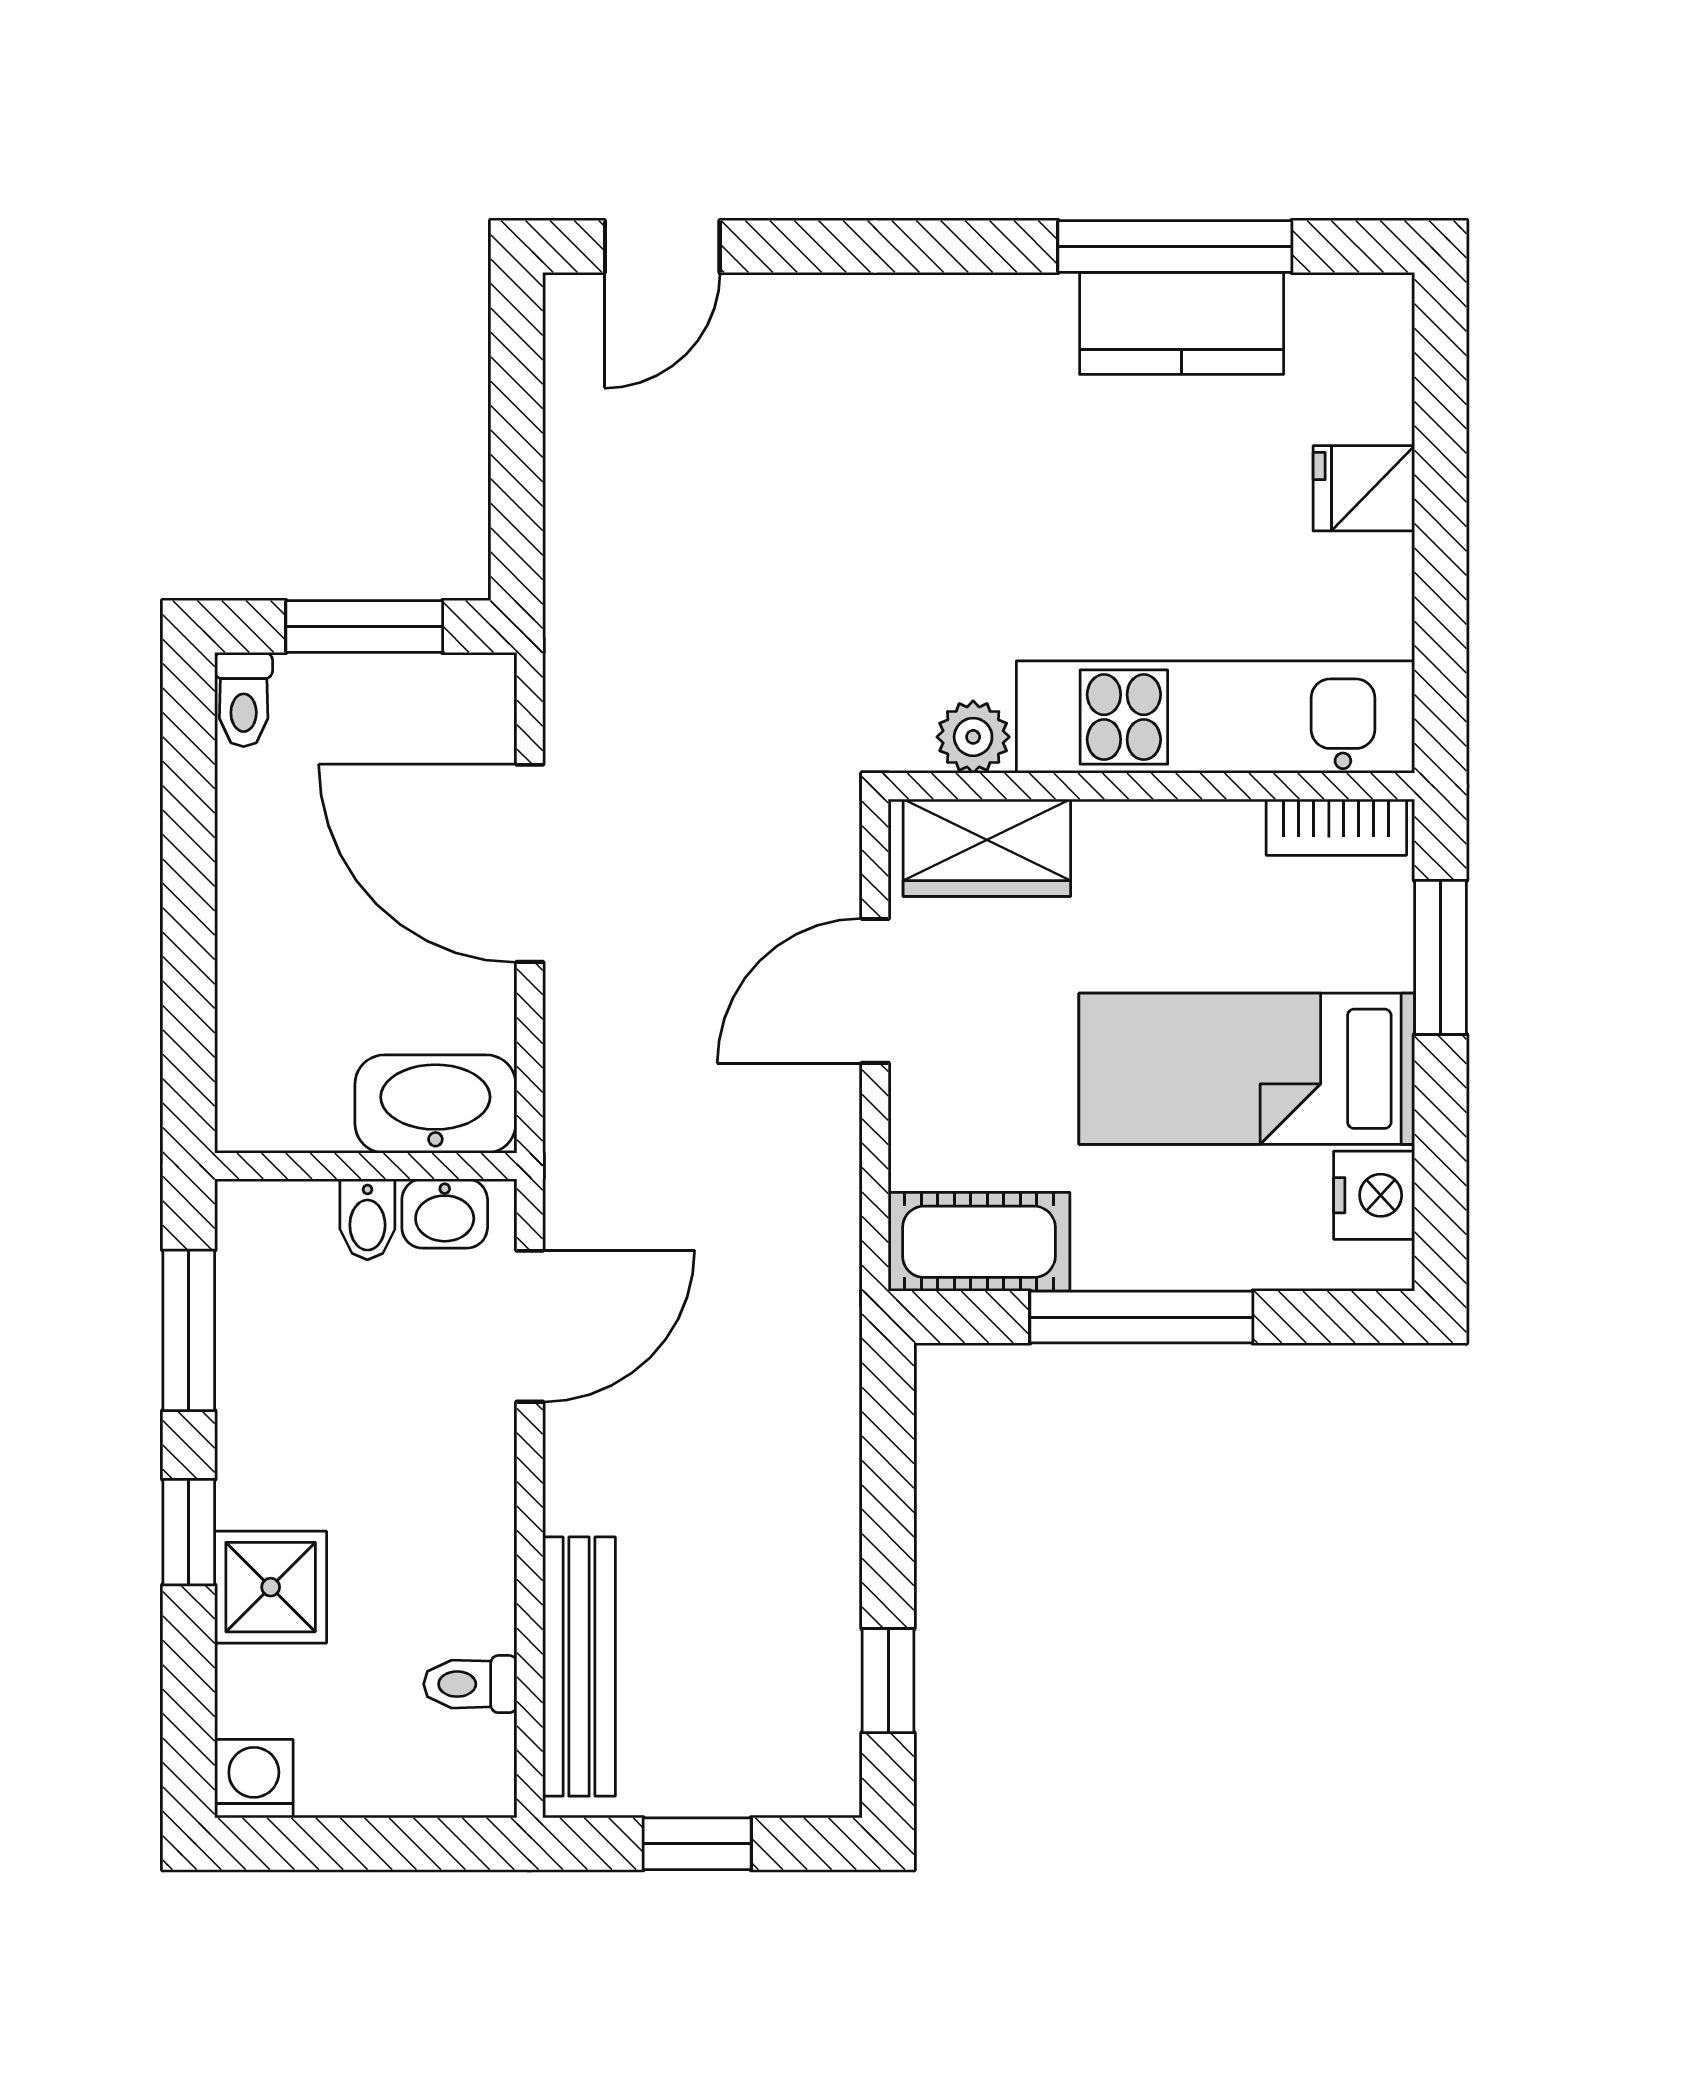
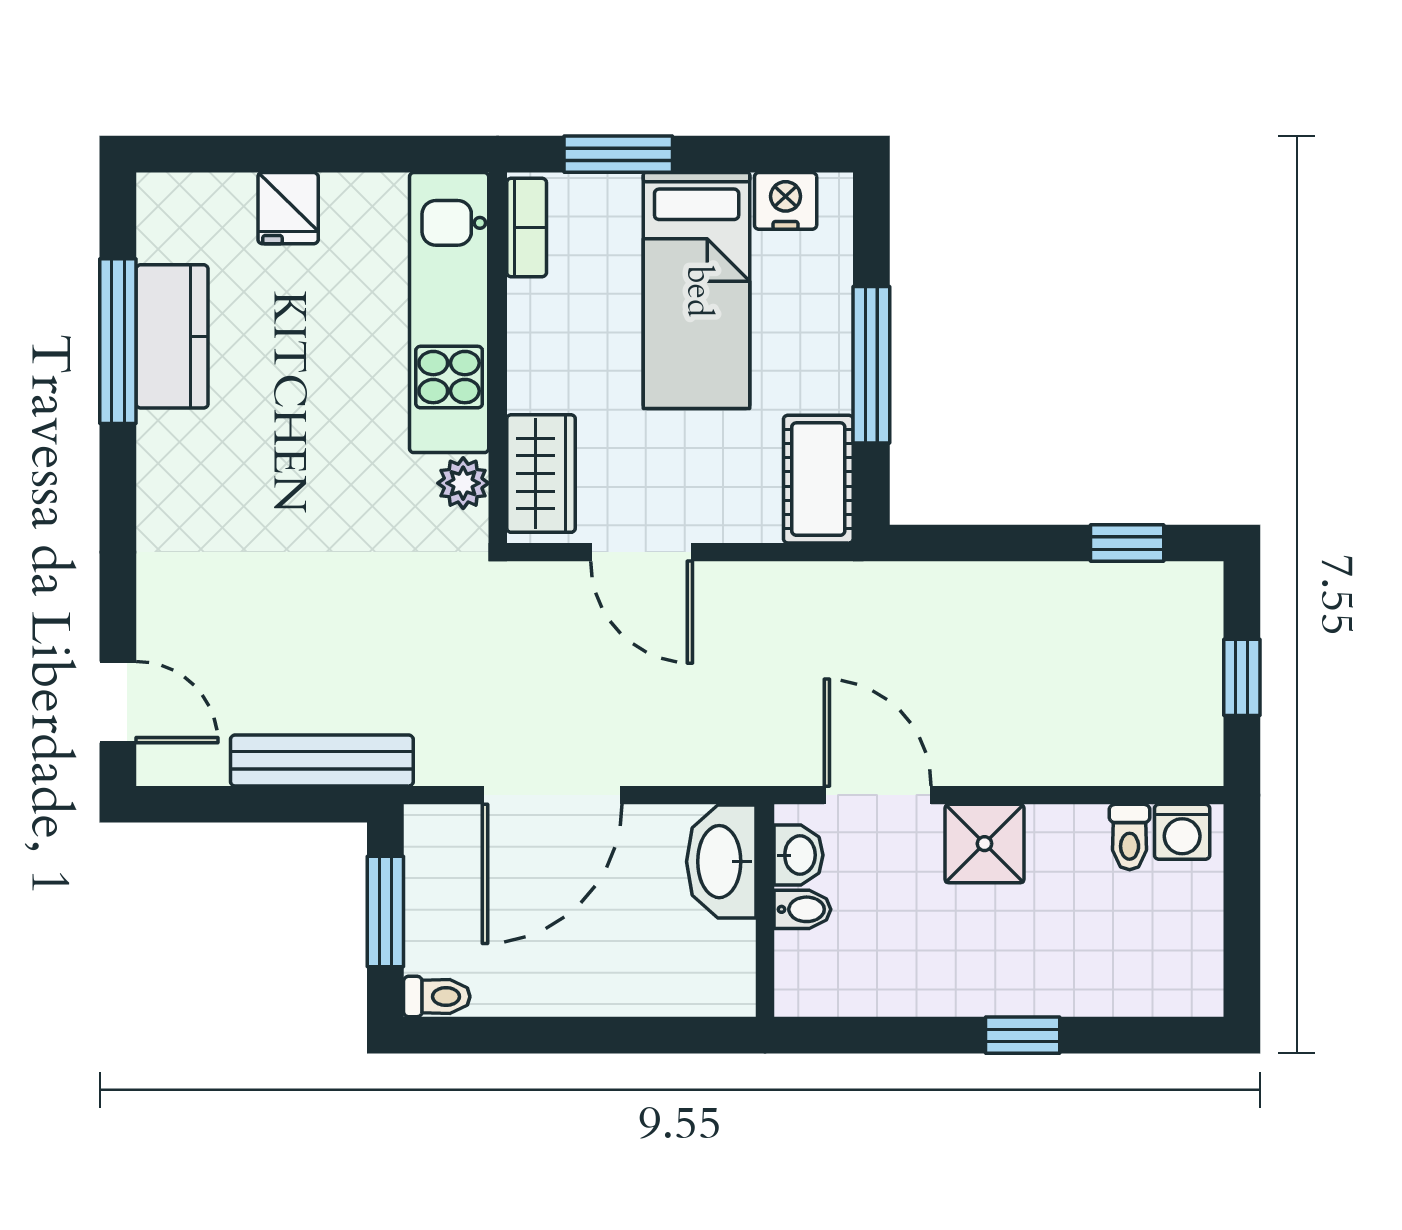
window: (189, 1330) -> (881, 1035), removed
shower: (271, 1587) -> (984, 844), moved
bench: (579, 1667) -> (322, 760), moved
washing machine: (254, 1779) -> (1182, 832), moved, turned -90

